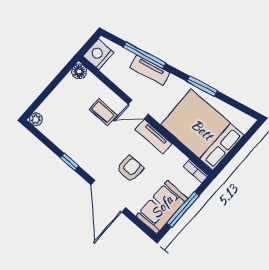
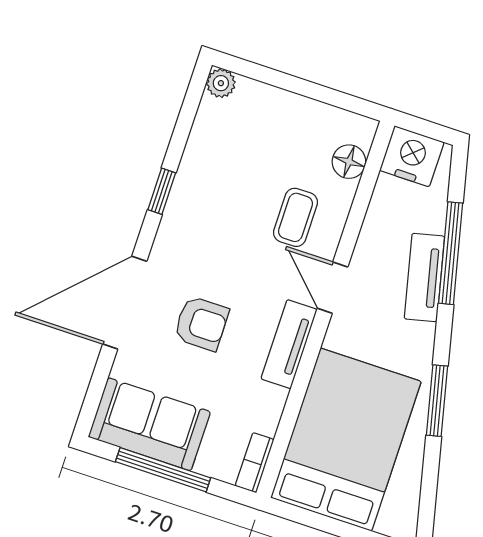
floor lamp: (79, 71) -> (349, 162), moved

